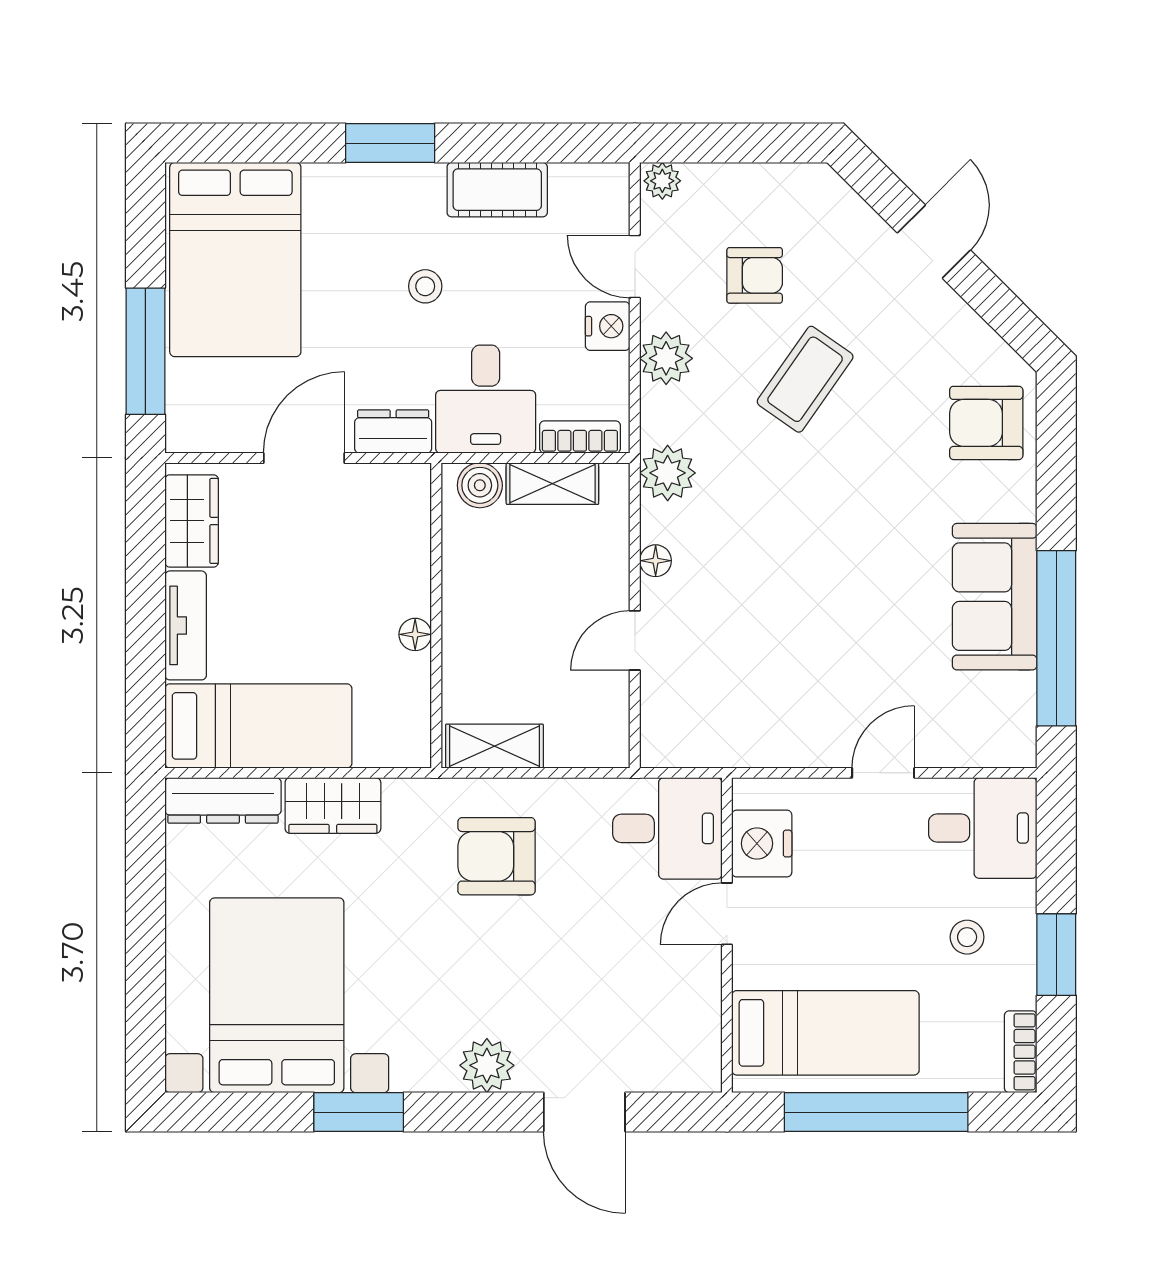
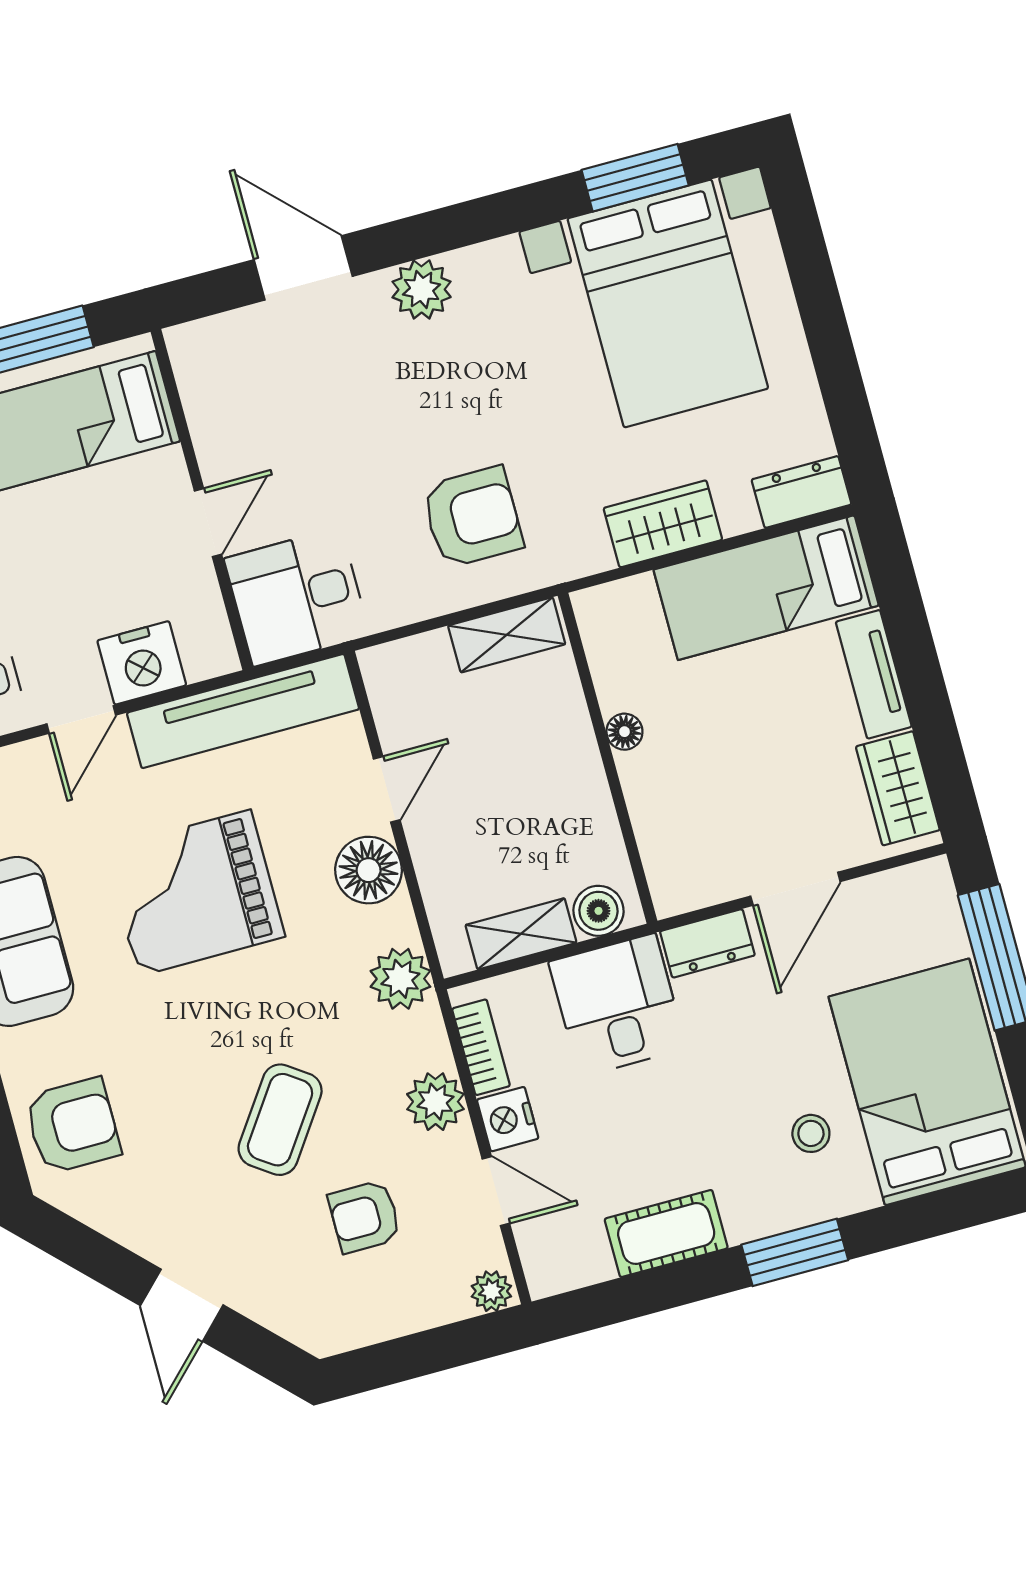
stool: (425, 286) -> (811, 1133), moved
bookcase: (580, 437) -> (481, 1047), moved, turned -90
floor lamp: (656, 561) -> (369, 870), width x1.89, depth x1.89
grand piano: (826, 596) -> (195, 893), added
tv unit: (741, 742) -> (243, 711), added
dresser: (223, 800) -> (801, 492), width x0.70
nightstand: (762, 844) -> (142, 663), moved, turned 90
window: (359, 1112) -> (635, 178), moved

